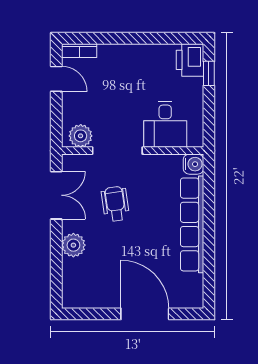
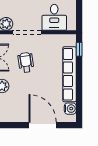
water cooler: (193, 164) -> (70, 109), moved
window: (209, 181) -> (79, 49), added

